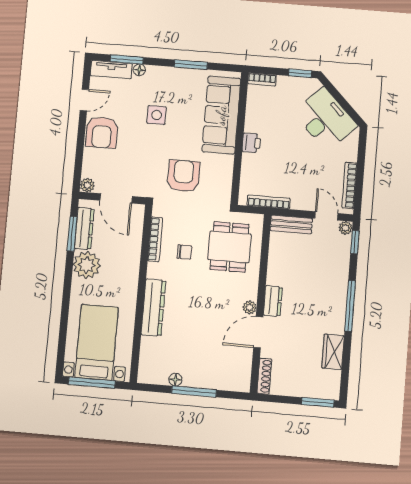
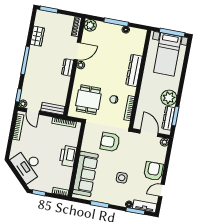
printer: (251, 143) -> (68, 156), width x1.87, depth x1.48
armchair: (183, 176) -> (110, 142), turned 90
plant: (240, 381) -> (90, 25), added

